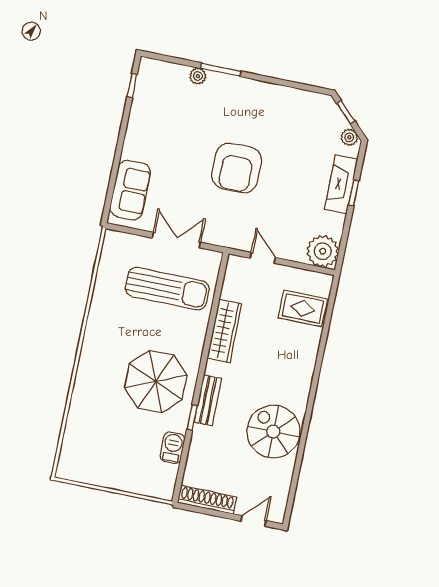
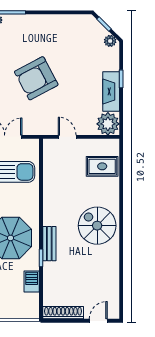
armchair: (237, 168) -> (36, 78), turned 62
fireplace: (341, 184) -> (111, 91), moved
wardrobe: (224, 331) -> (51, 193), removed
spiral stairs: (273, 432) -> (97, 226), moved

